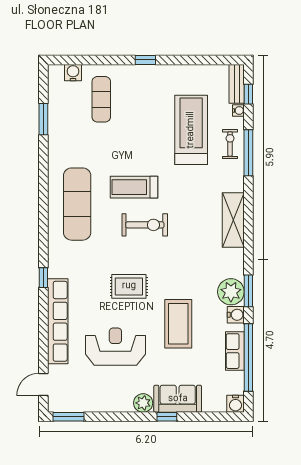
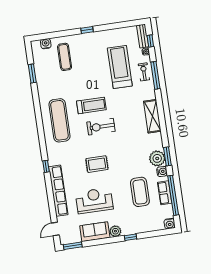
treadmill: (134, 187) -> (91, 105), turned 180
exercise bike: (145, 225) -> (101, 127), turned 180
coffee table: (178, 324) -> (140, 192), moved
sofa: (178, 399) -> (95, 232), moved

